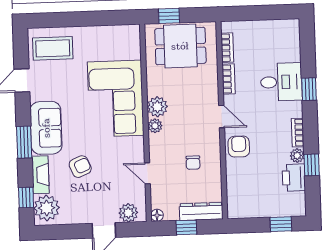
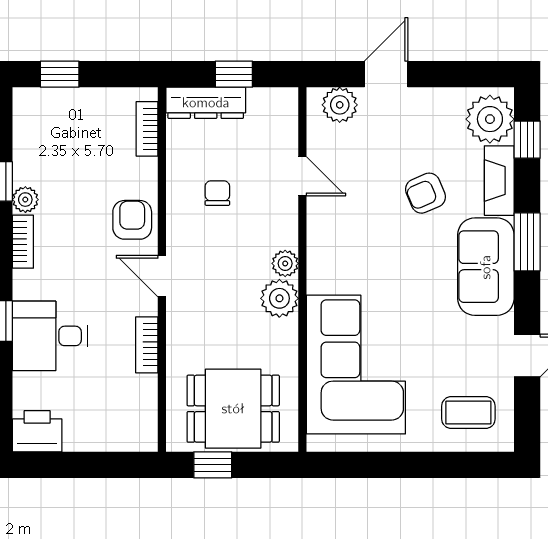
window: (169, 16) -> (213, 465), moved
coffee table: (53, 48) -> (468, 413), width x0.73, depth x0.77
bookcase: (227, 48) -> (147, 129), moved
corner sofa: (116, 99) -> (356, 364), moved
armchair: (239, 147) -> (132, 220), turned 180
printer: (294, 178) -> (37, 431), moved, turned -90
floor lamp: (157, 215) -> (287, 99), removed

